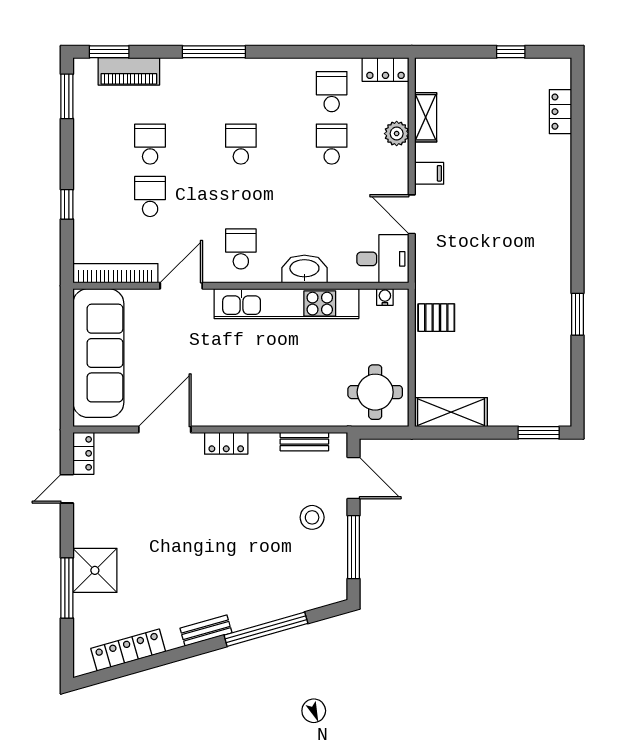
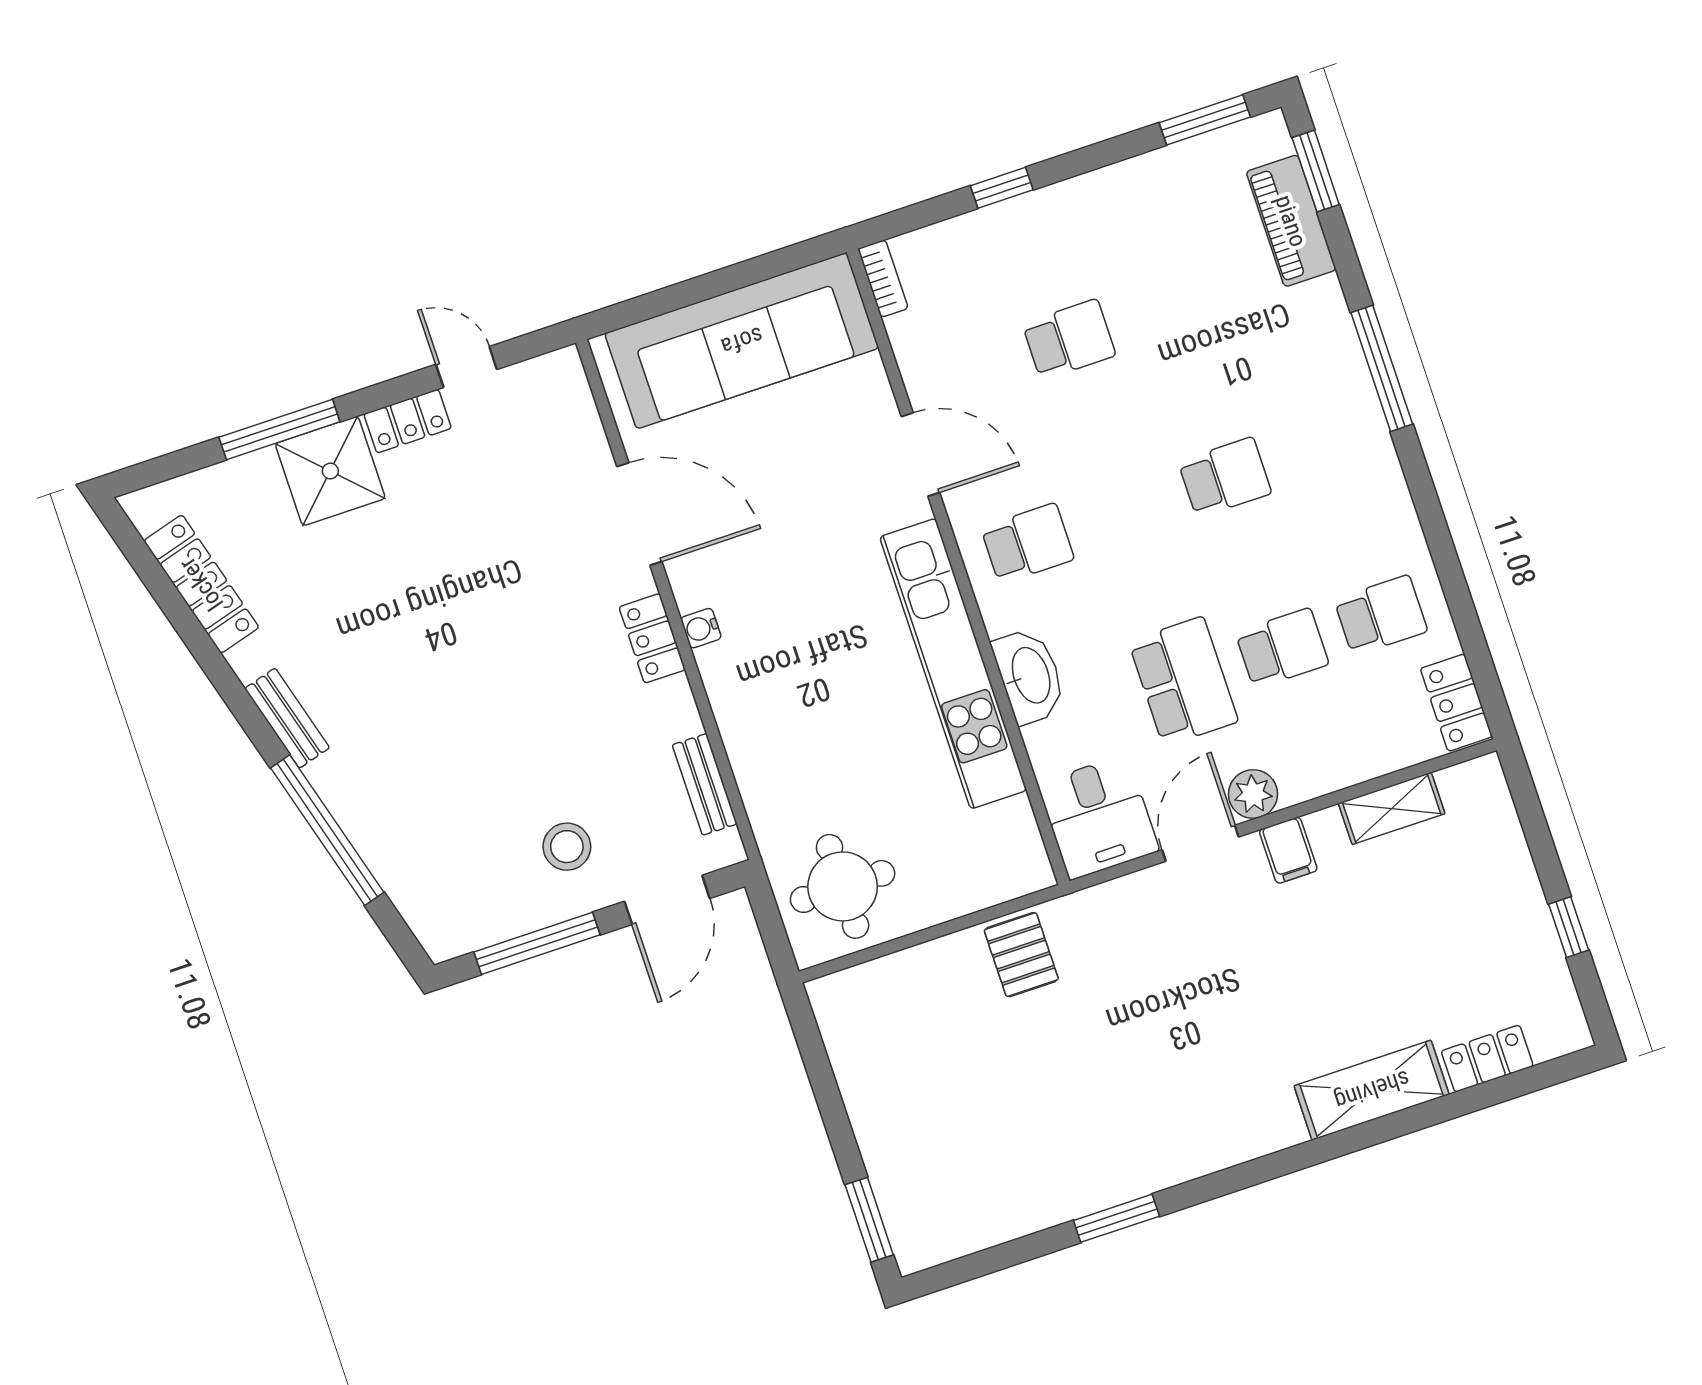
plant: (397, 134) -> (1253, 794), moved
school desk: (150, 144) -> (1183, 681), moved, width x1.85
bookcase: (115, 273) -> (883, 278), width x0.43, depth x0.76
water cooler: (385, 297) -> (701, 628), moved, turned 180
shelving: (451, 412) -> (1372, 1090), moved, turned 90
locker: (83, 453) -> (408, 421), moved

